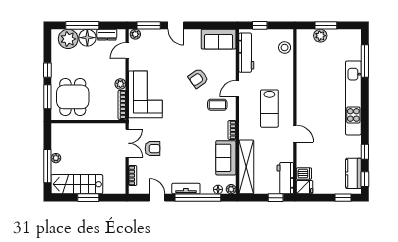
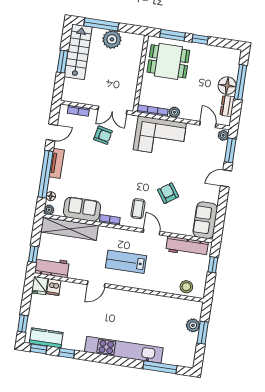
plant: (68, 39) -> (229, 66), removed
armchair: (152, 149) -> (103, 135), turned -78
plant: (56, 158) -> (112, 39), width x1.88, depth x1.88

